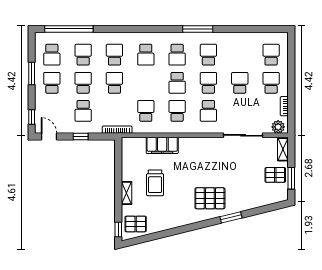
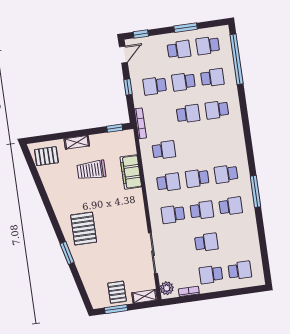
school desk: (114, 55) -> (217, 110), turned 180
school desk: (146, 55) -> (221, 142), removed
school desk: (83, 83) -> (184, 82), turned 180
school desk: (271, 83) -> (211, 274), turned 180
pallet: (136, 224) -> (46, 156), turned 90
window: (118, 229) -> (115, 128), moved

